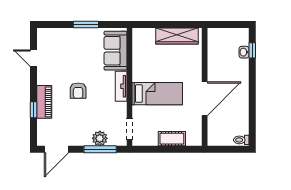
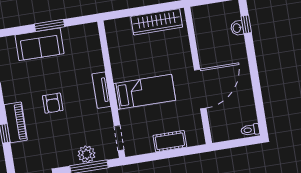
sofa: (115, 51) -> (40, 44), moved, turned -90

